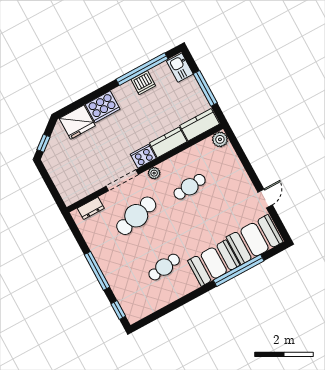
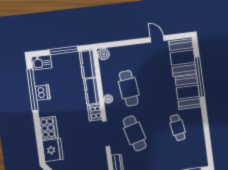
plant: (154, 173) -> (108, 99), moved
cafe table: (190, 187) -> (129, 88), width x1.37, depth x1.35

